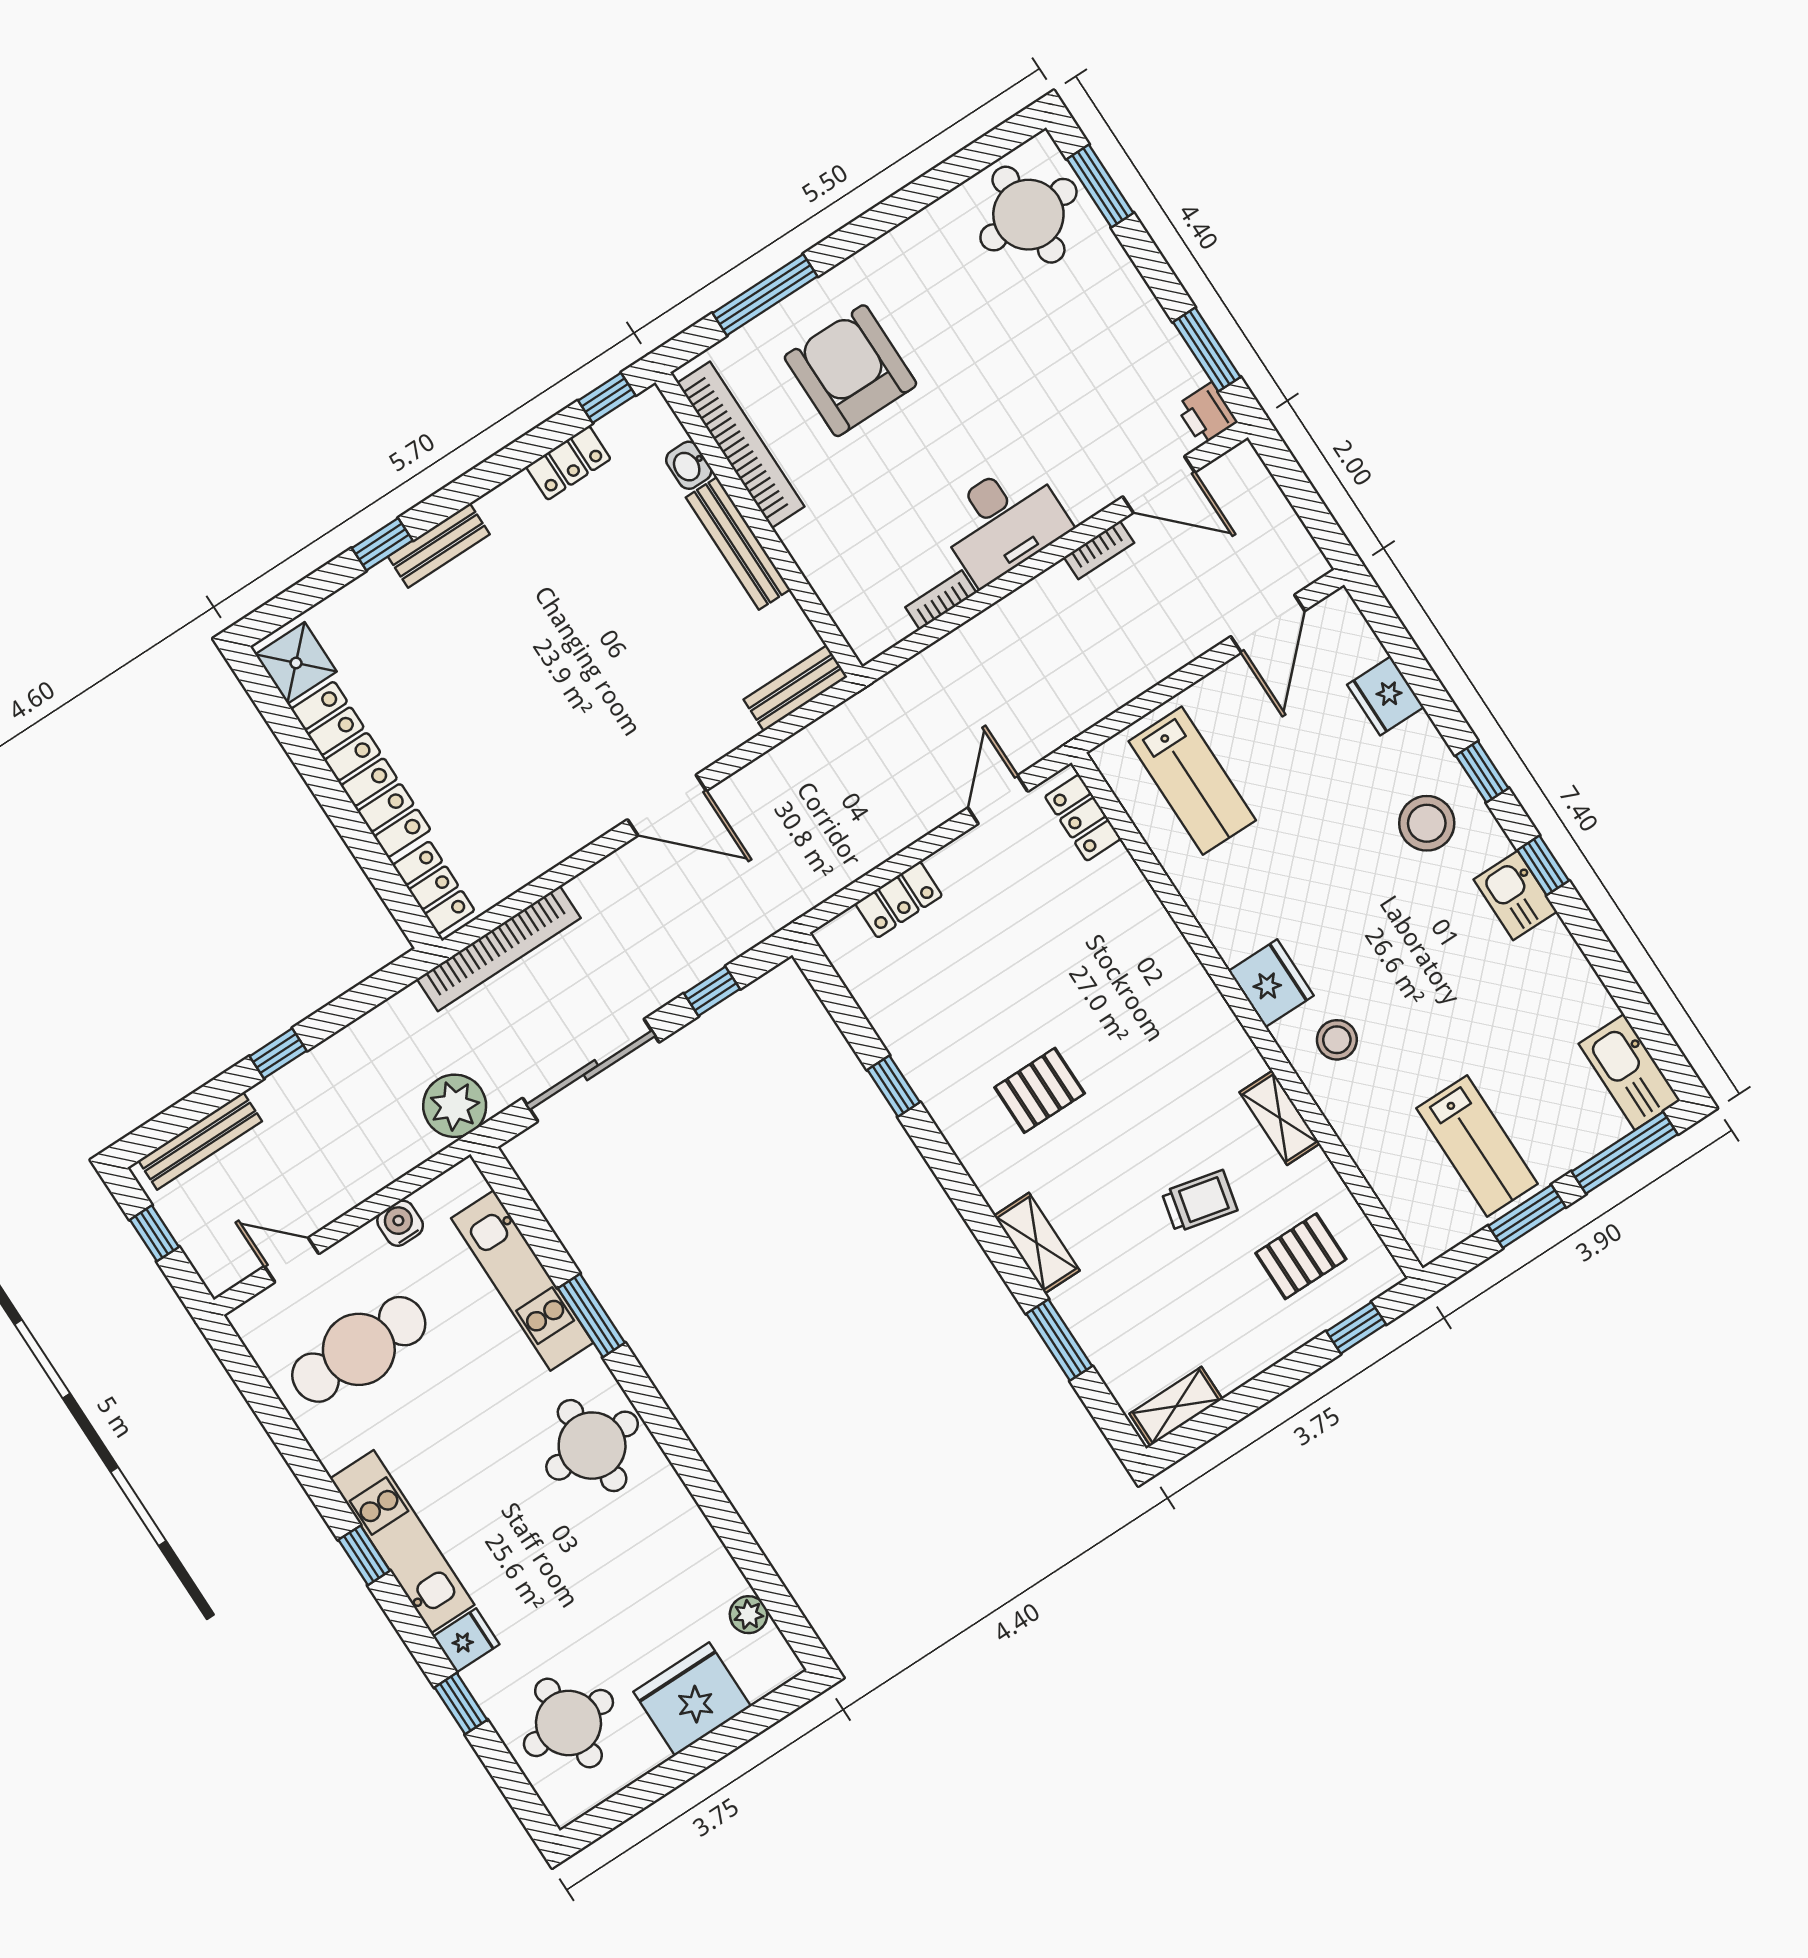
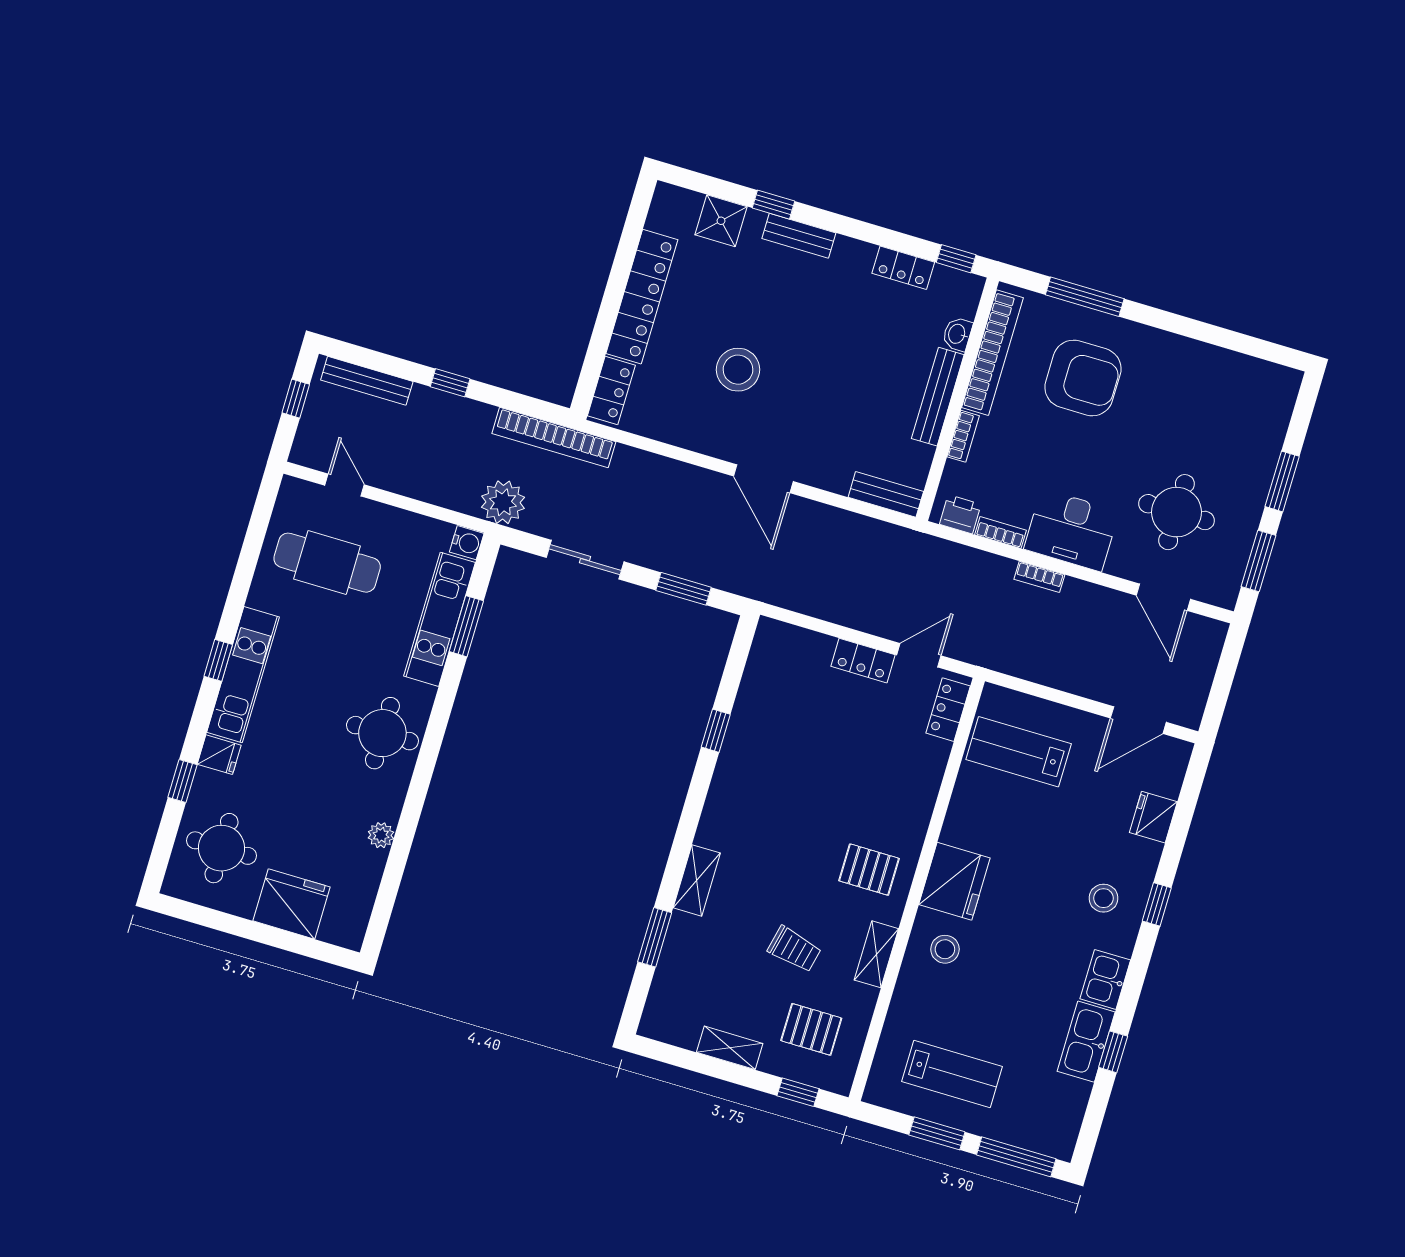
window: (1100, 186) -> (1282, 481), moved
round table: (1028, 215) -> (1176, 512), moved
armchair: (850, 371) -> (1083, 378), turned 90
printer: (1207, 414) -> (960, 514), moved, turned 90
bookcase: (1099, 550) -> (1039, 577), moved
bookcase: (804, 552) -> (963, 436), added
shower: (296, 663) -> (721, 221), moved
stool: (527, 733) -> (738, 370), added
lab bench: (1192, 781) -> (1019, 752), turned 90
stool: (1427, 823) -> (1103, 898), width x0.73, depth x0.73
window: (1543, 865) -> (1113, 1052), moved
locker: (899, 900) -> (863, 661), moved
bookcase: (499, 948) -> (554, 438), moved
fridge: (1271, 983) -> (954, 881), width x1.36, depth x1.34
window: (712, 991) -> (683, 589), width x1.50
sliding door: (591, 1070) -> (585, 560), width x0.73
kitchen sink: (1630, 1072) -> (1086, 1042), moved
pallet: (1040, 1090) -> (869, 870), moved
lab bench: (1477, 1146) -> (952, 1074), turned -90
water cooler: (400, 1223) -> (467, 543), moved, turned 90
window: (591, 1316) -> (466, 626), moved
shelving: (1176, 1406) -> (730, 1048), moved
plant: (749, 1615) -> (381, 835), moved

